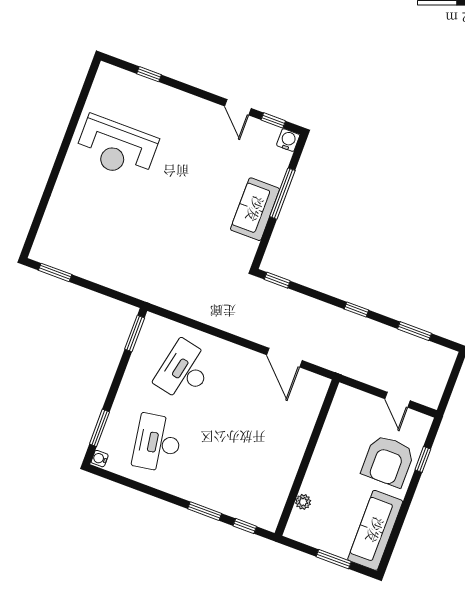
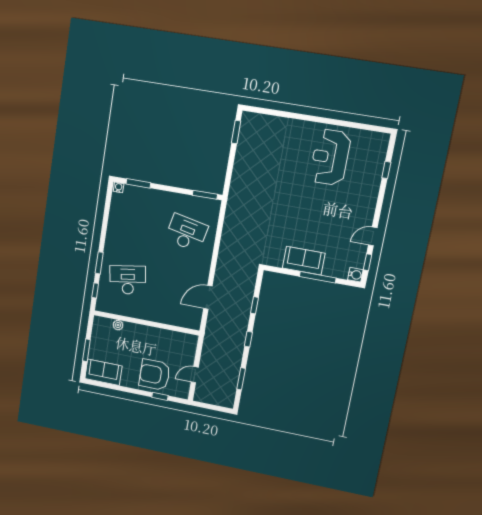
window: (277, 280) -> (254, 305), moved
desk: (157, 443) -> (128, 280), moved
sofa: (375, 530) -> (103, 372), width x0.73

